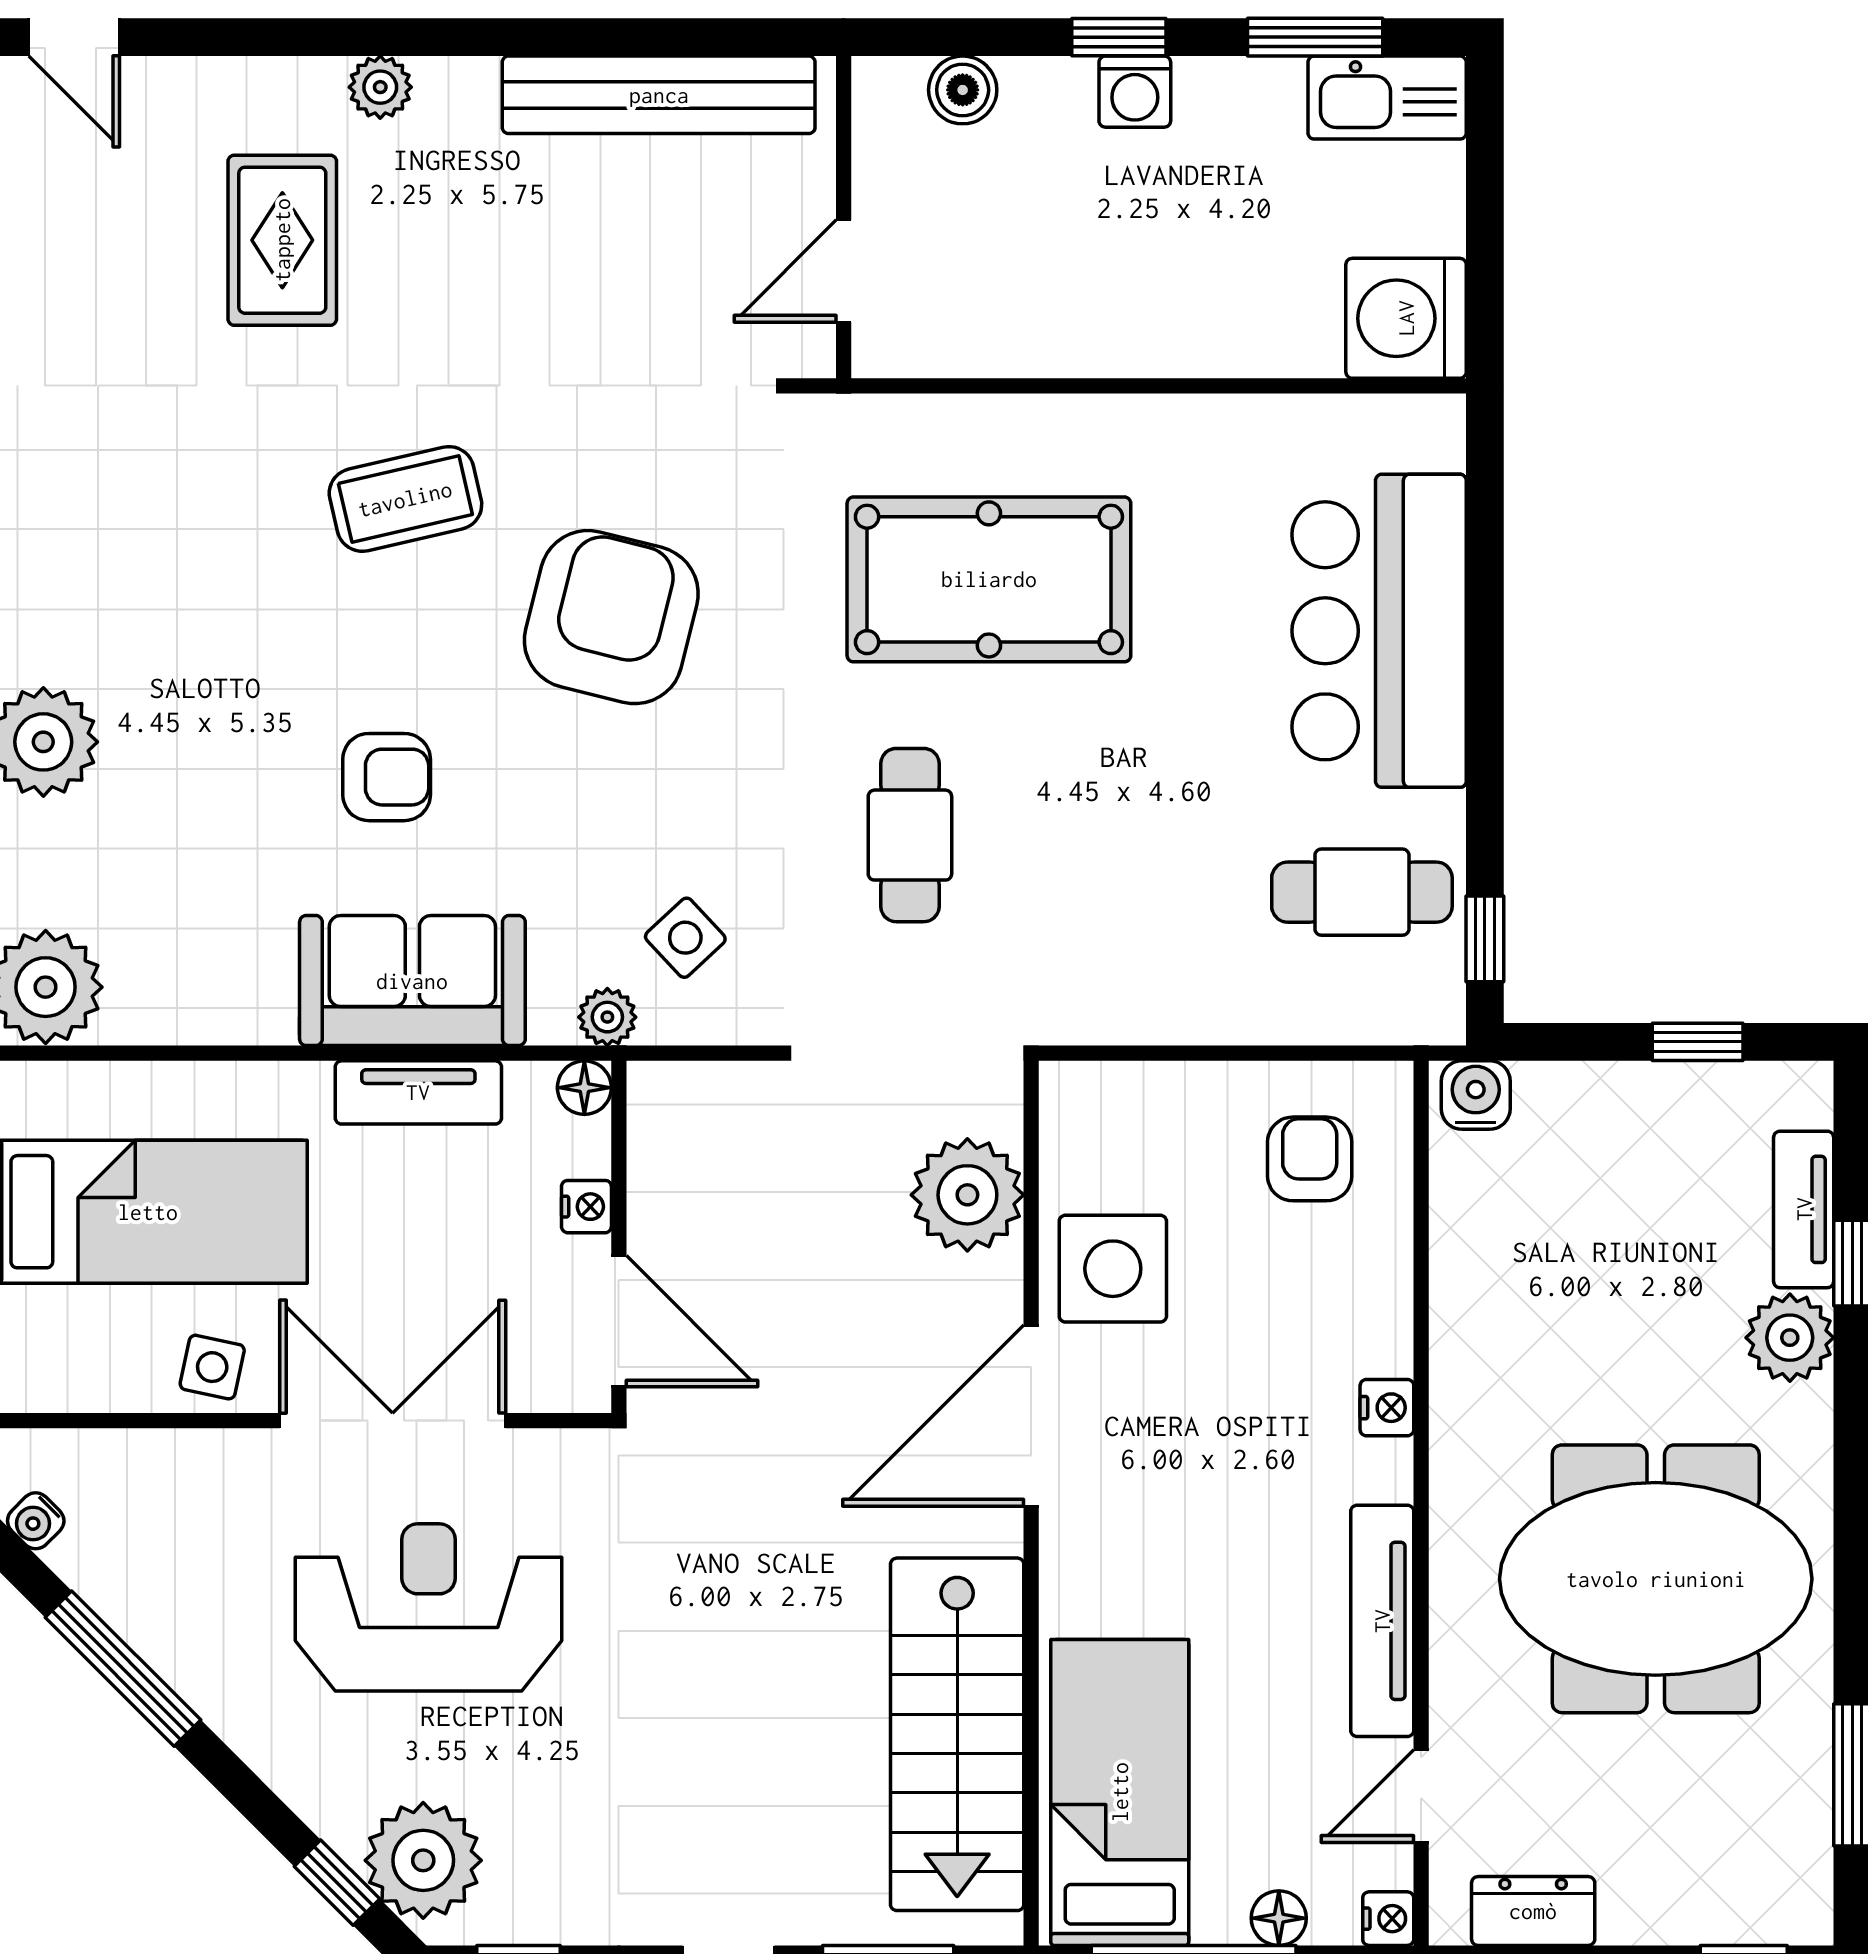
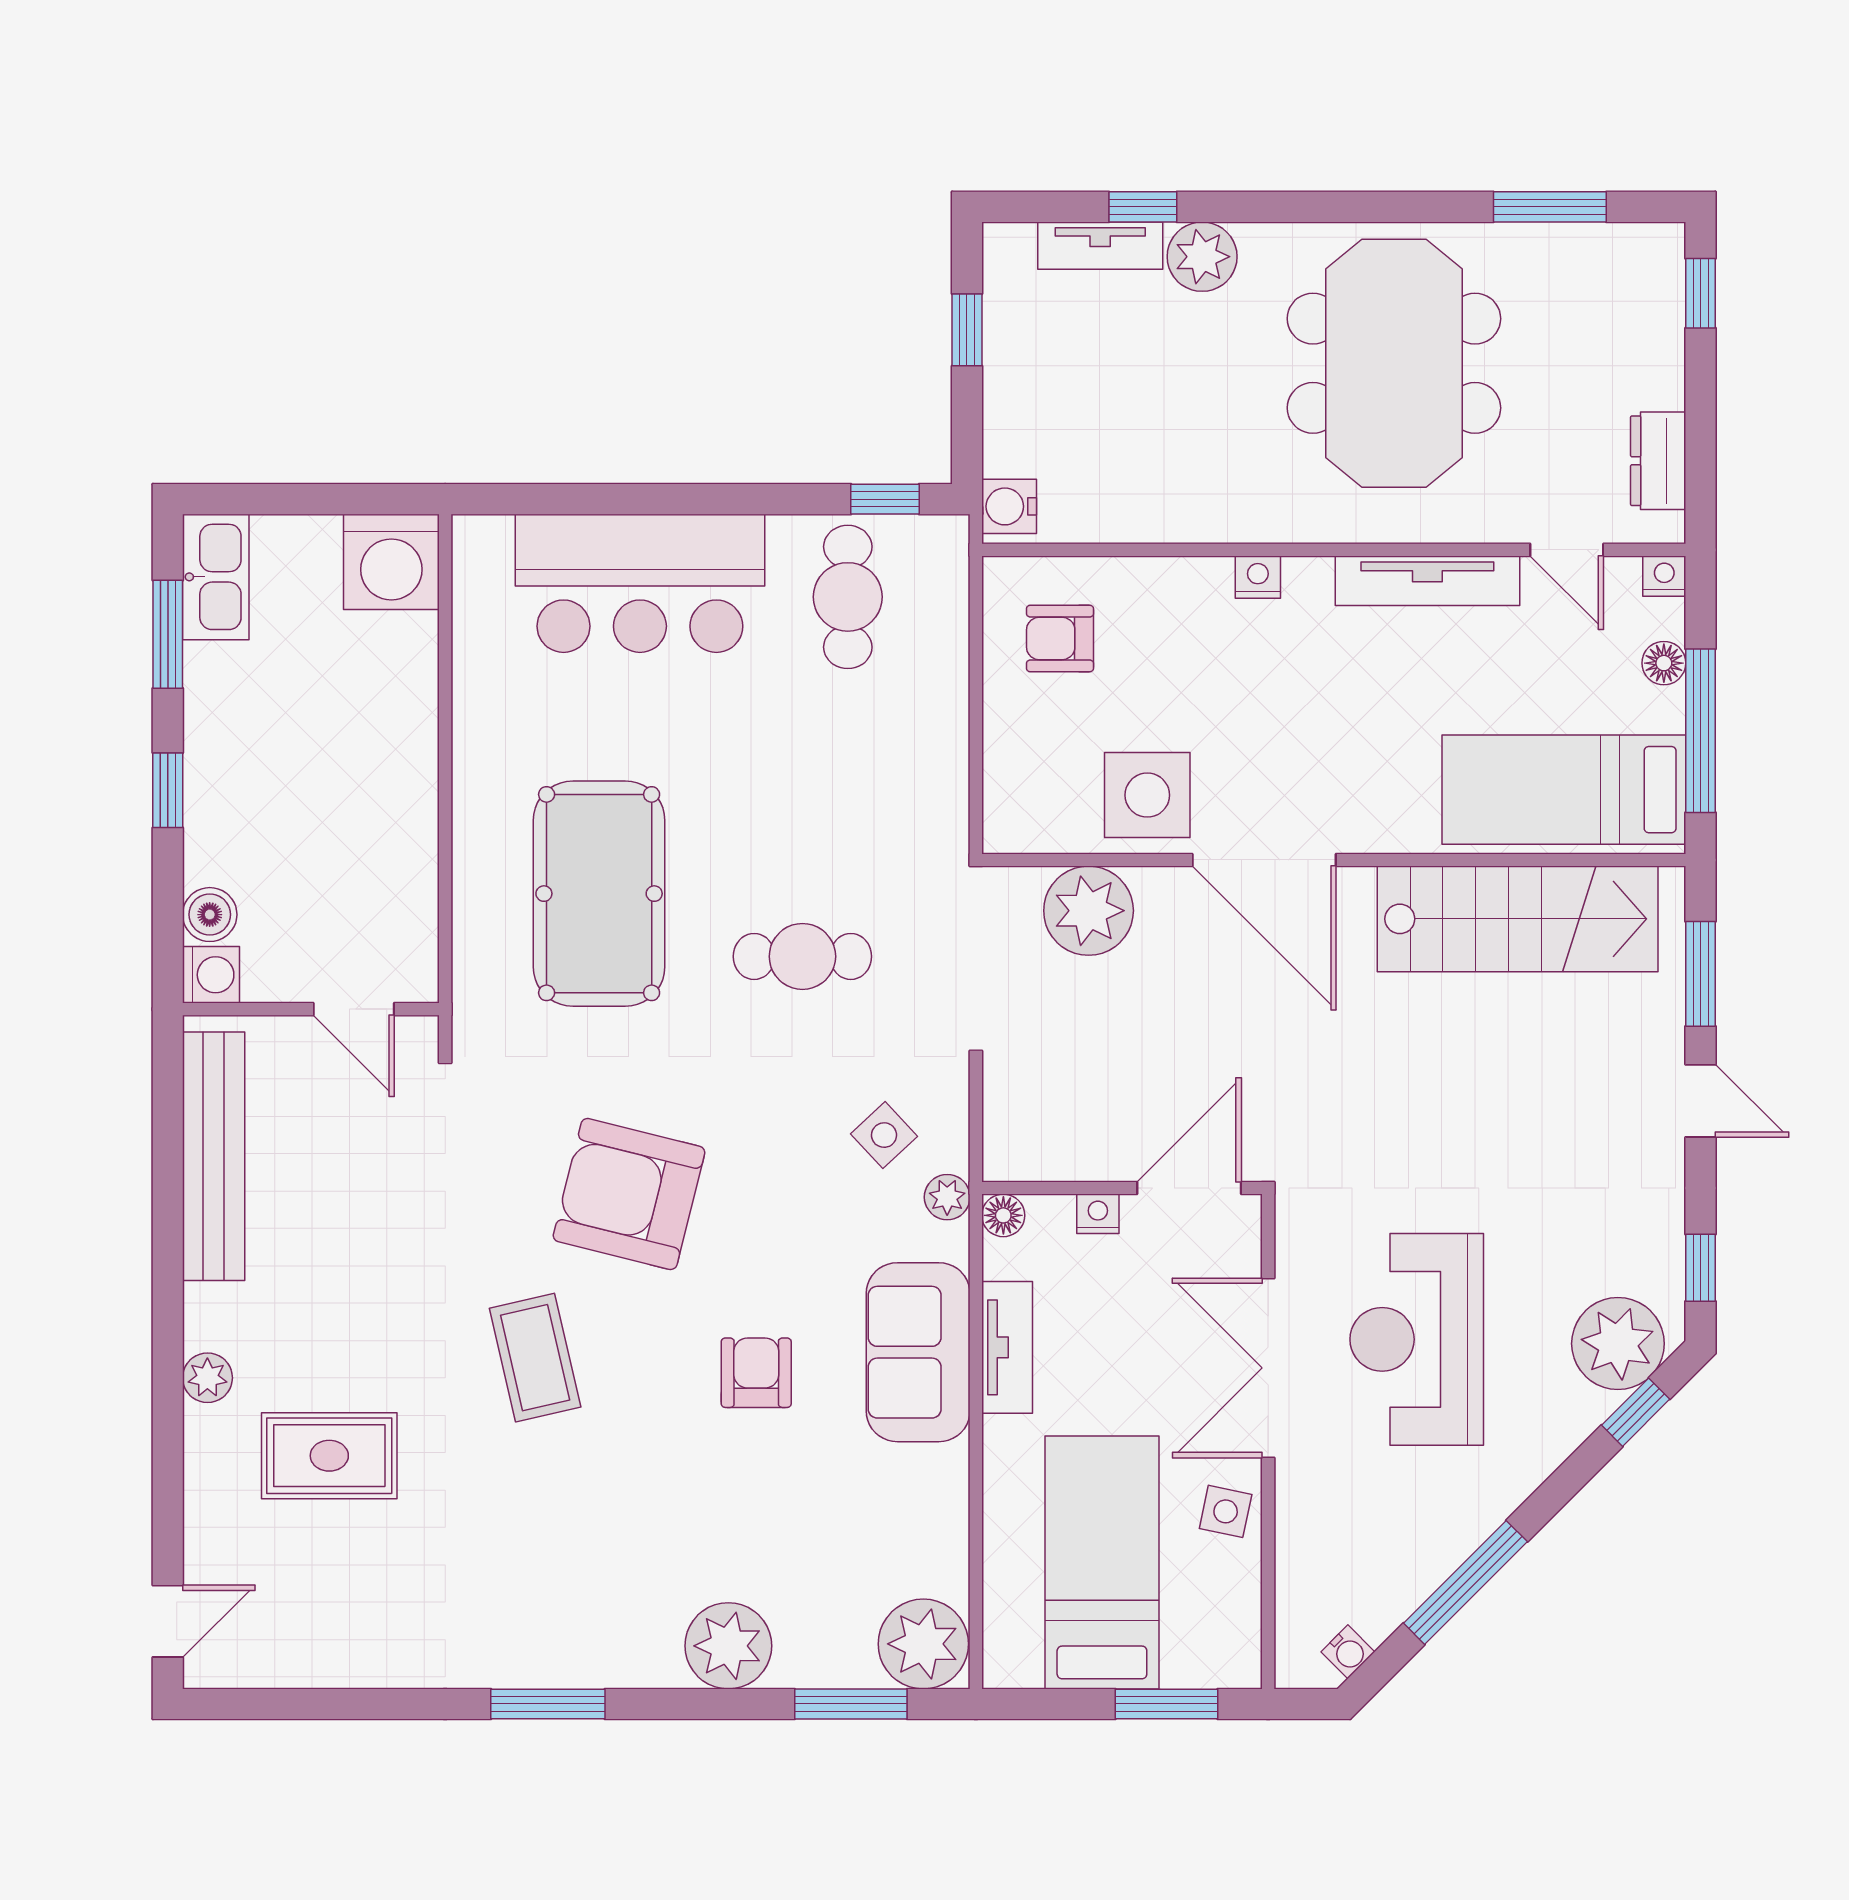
washing machine: (1135, 92) -> (211, 975), moved

